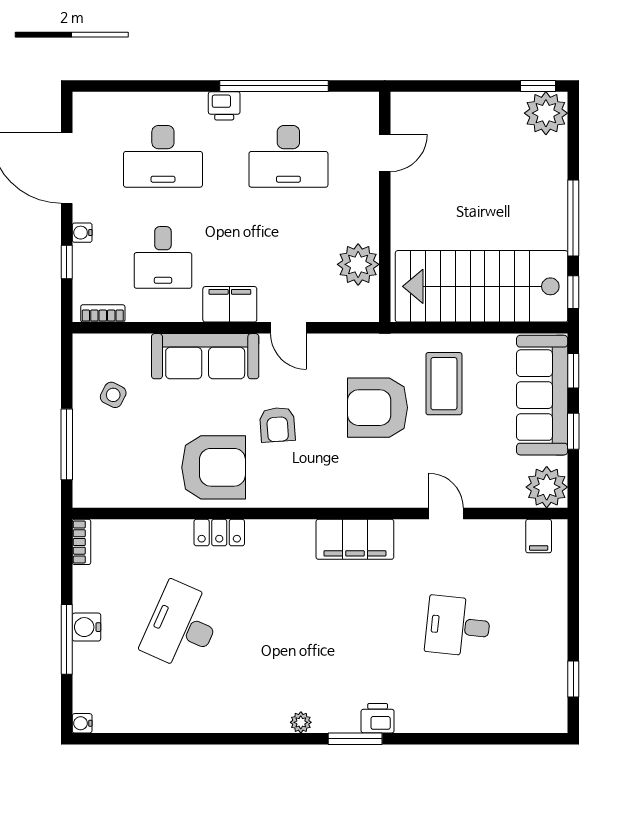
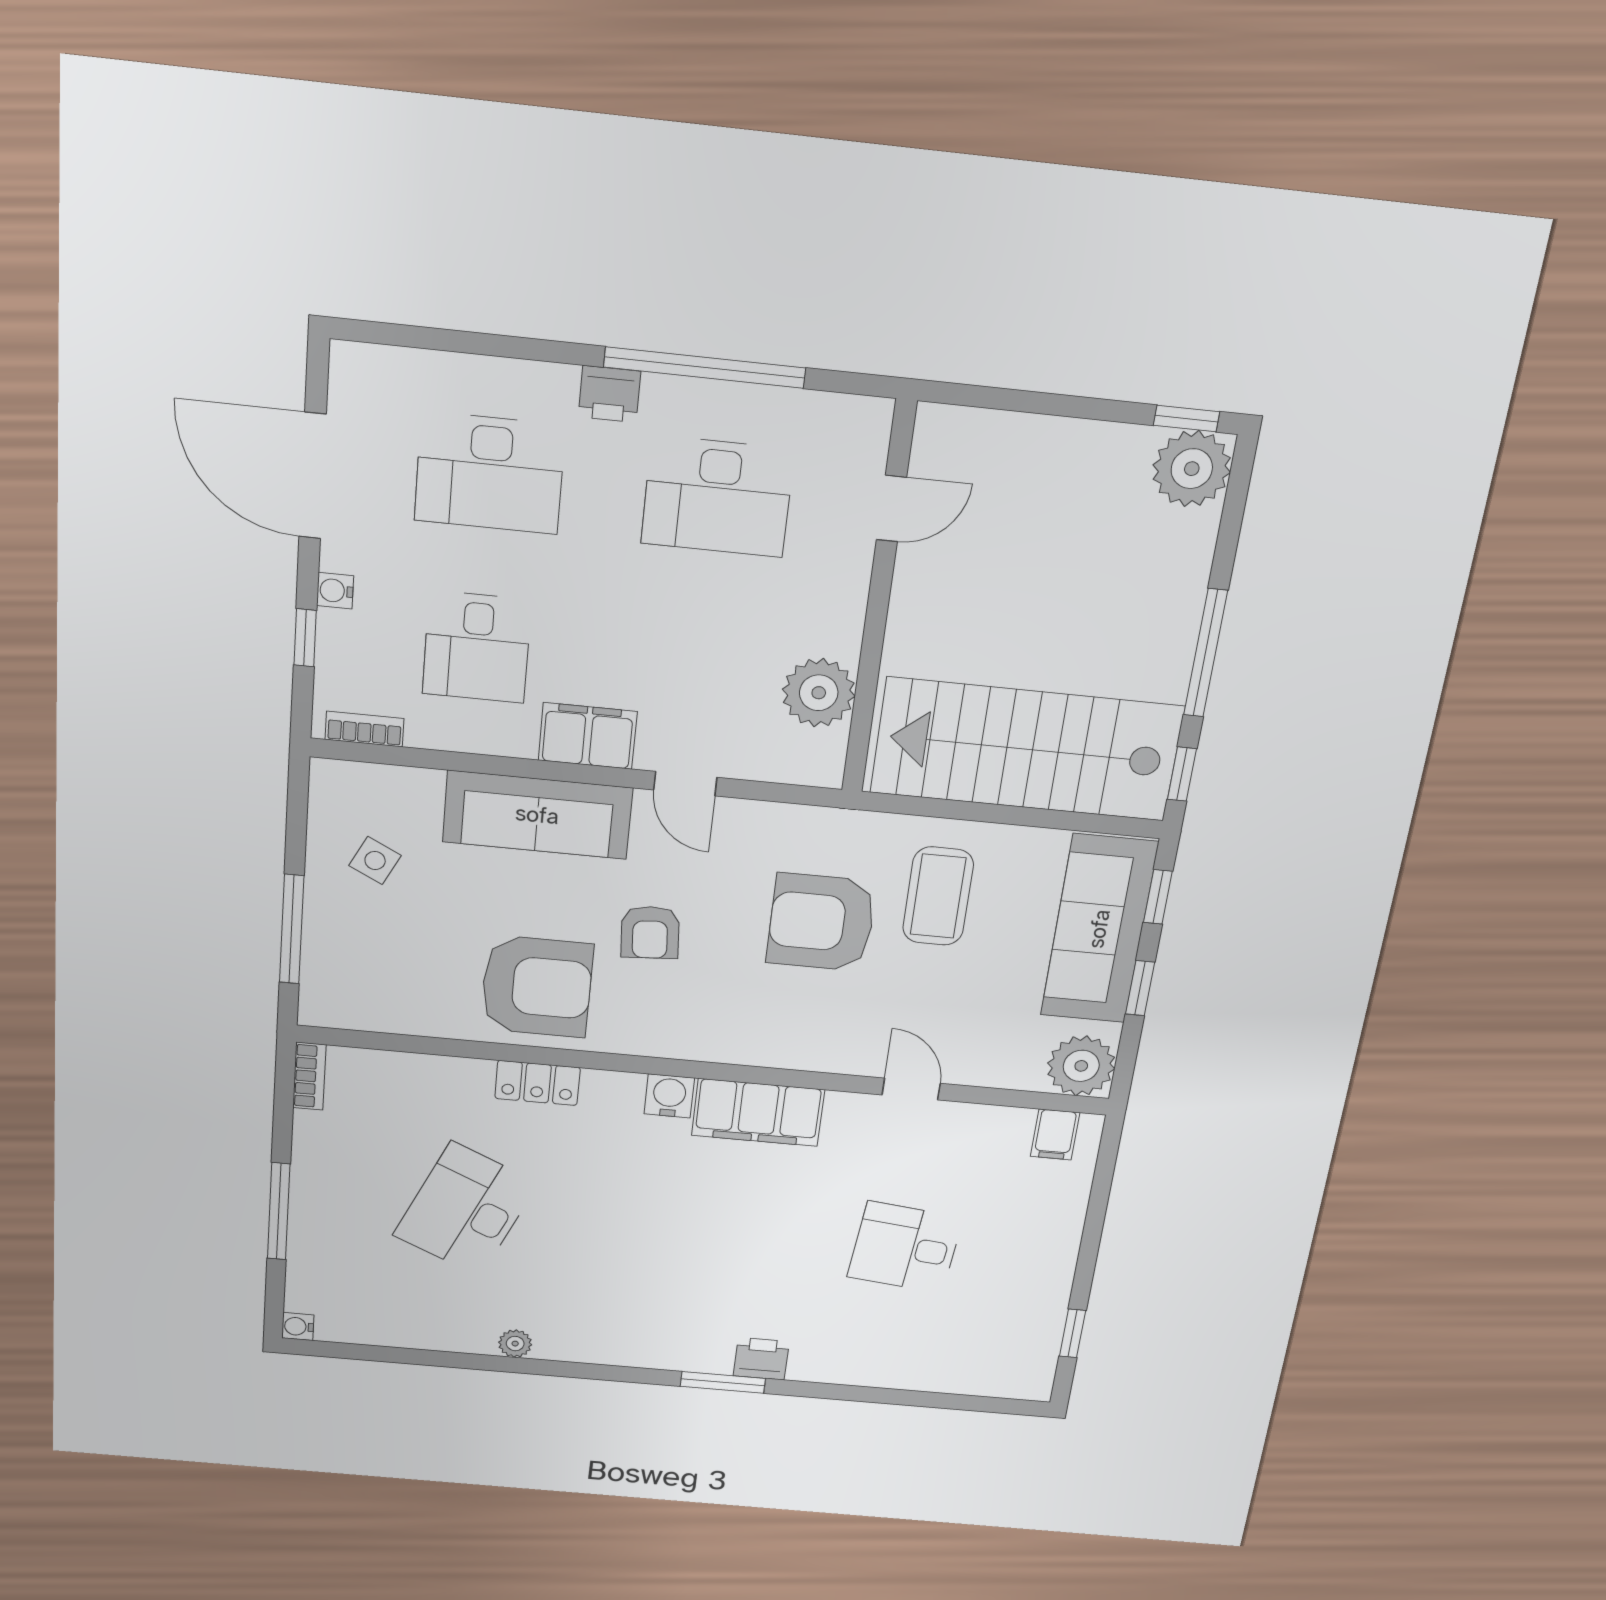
water cooler: (86, 627) -> (669, 1096), moved, turned 90
plant: (301, 722) -> (515, 1344), moved

